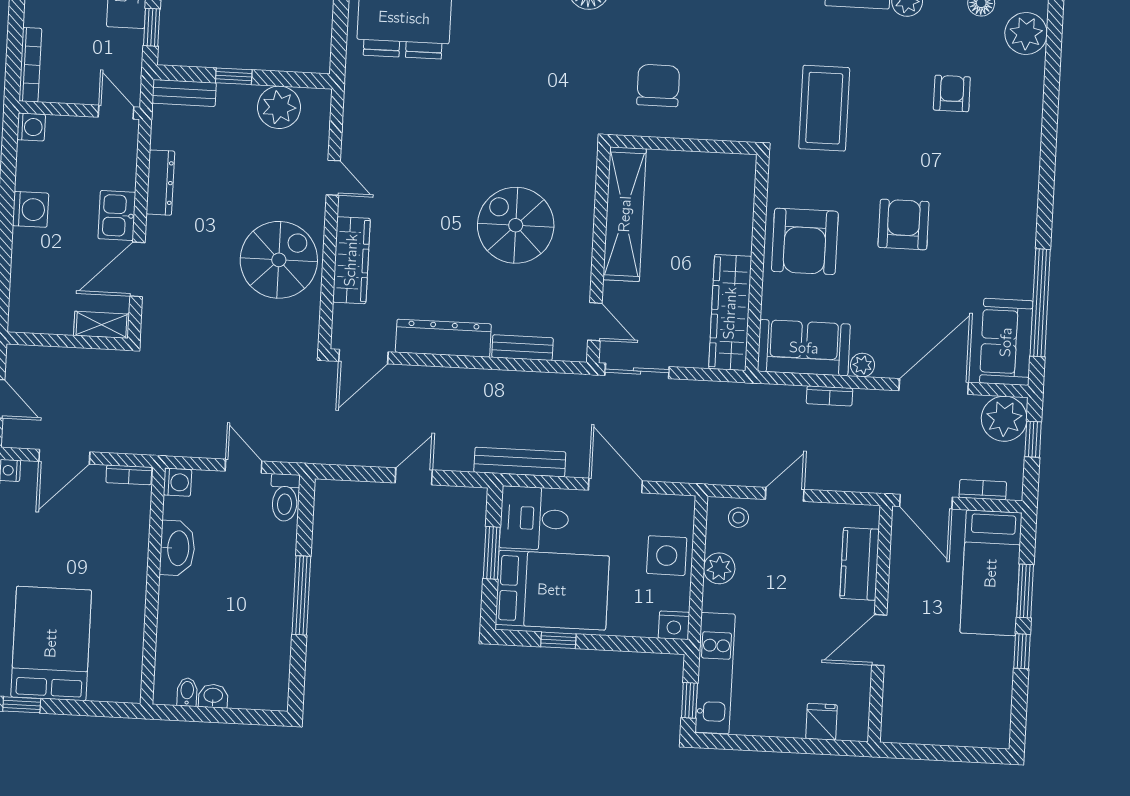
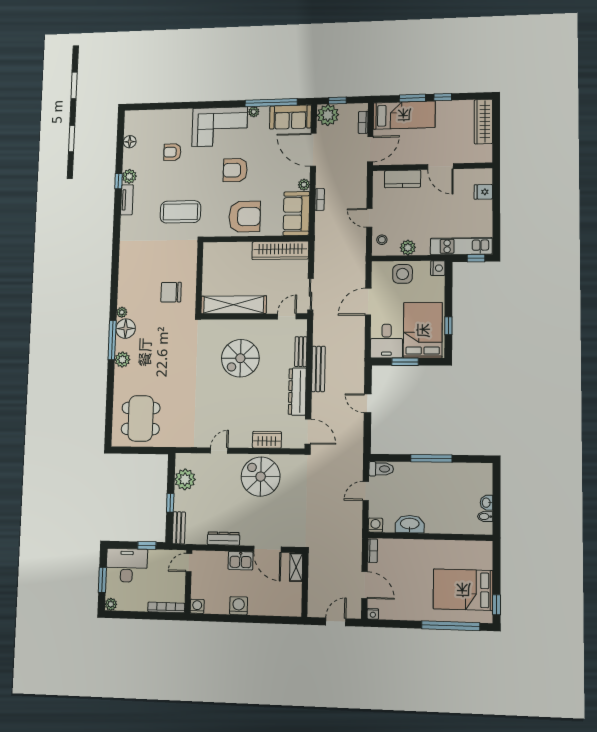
plant: (1026, 33) -> (254, 112), moved, width x0.53, depth x0.53
corner sofa: (998, 194) -> (220, 127), added
wardrobe: (351, 260) -> (267, 440), width x0.67
bench: (520, 462) -> (318, 369), moved
wardrobe: (965, 729) -> (483, 122), added

